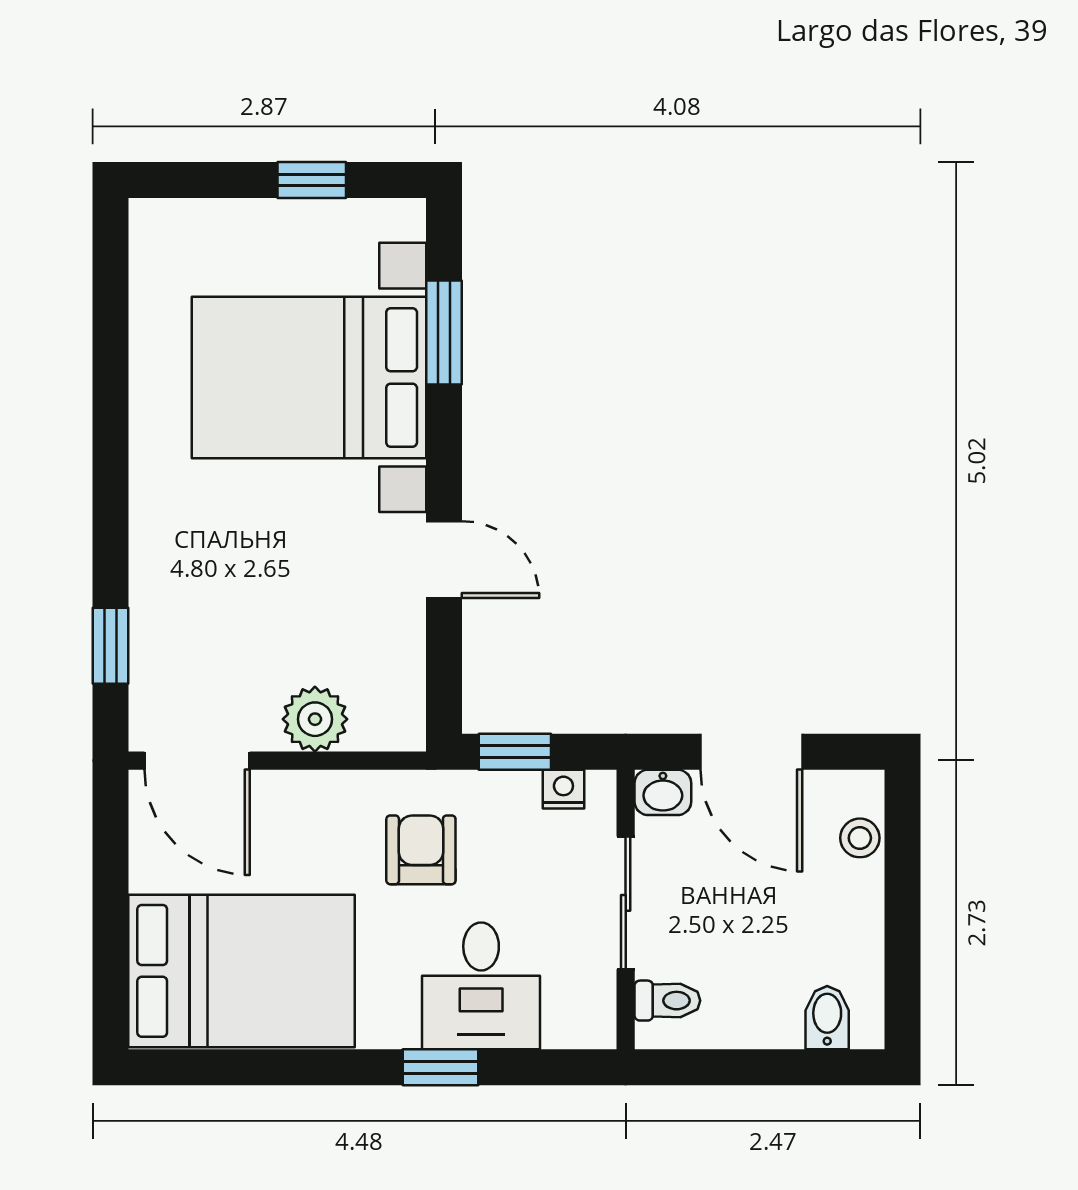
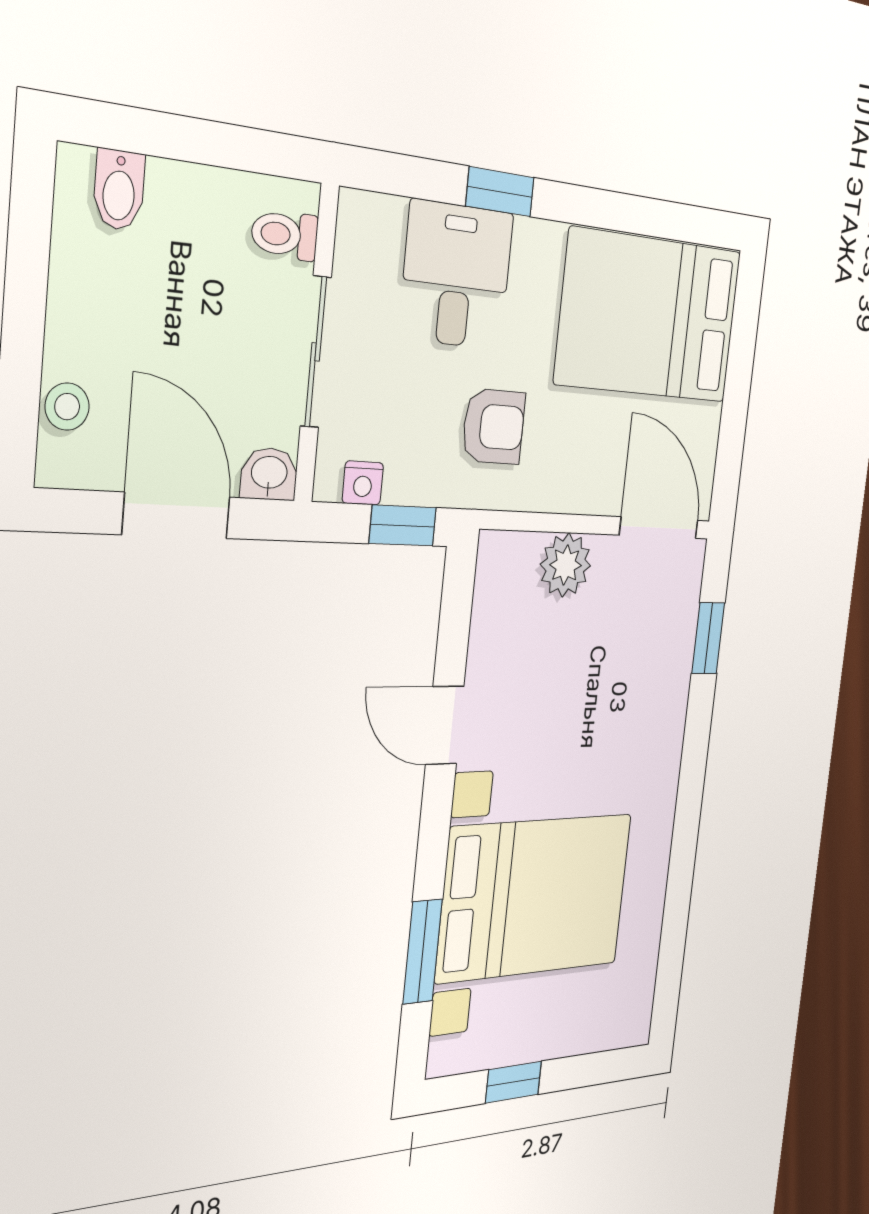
armchair: (421, 850) -> (494, 427), turned -90

